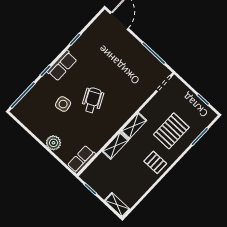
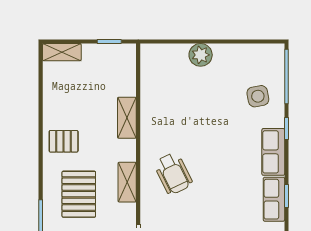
wheelchair: (93, 100) -> (173, 174), moved
side table: (63, 104) -> (258, 96), moved
shelving: (134, 126) -> (127, 182), moved
row of seats: (81, 160) -> (274, 199), moved, turned 180

